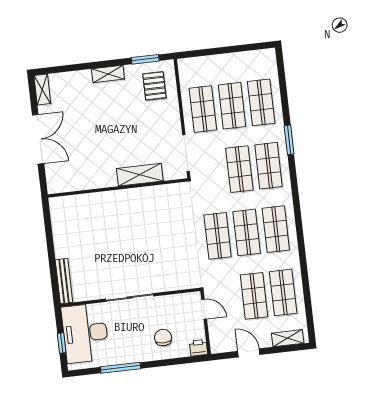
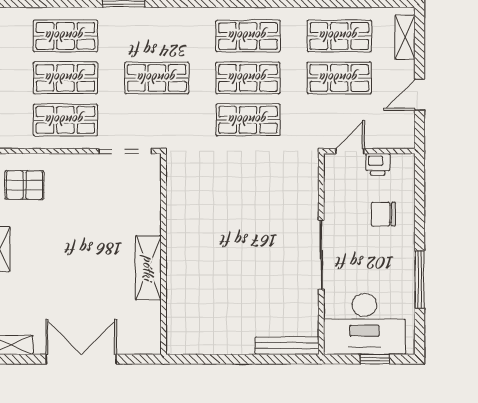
shop shelf: (268, 166) -> (157, 36), removed
shelving: (140, 175) -> (148, 268), moved
printer: (199, 348) -> (378, 164), moved, turned -90

